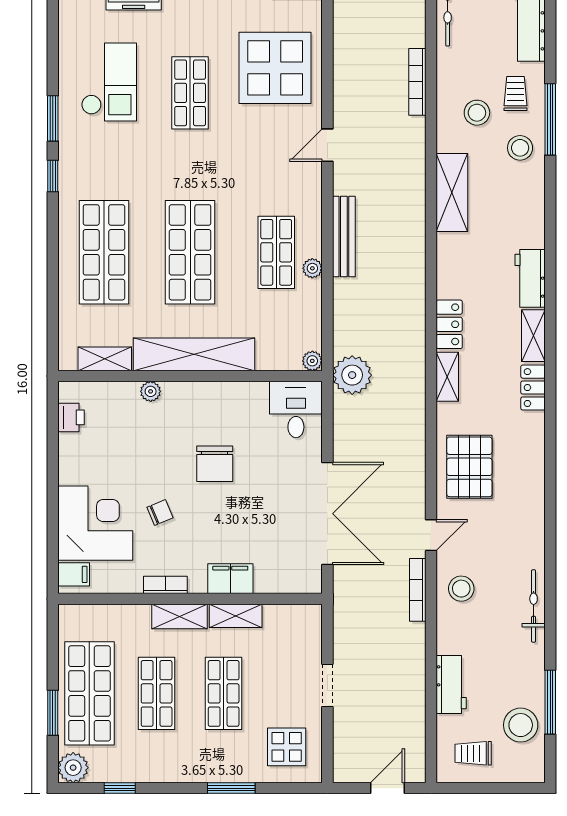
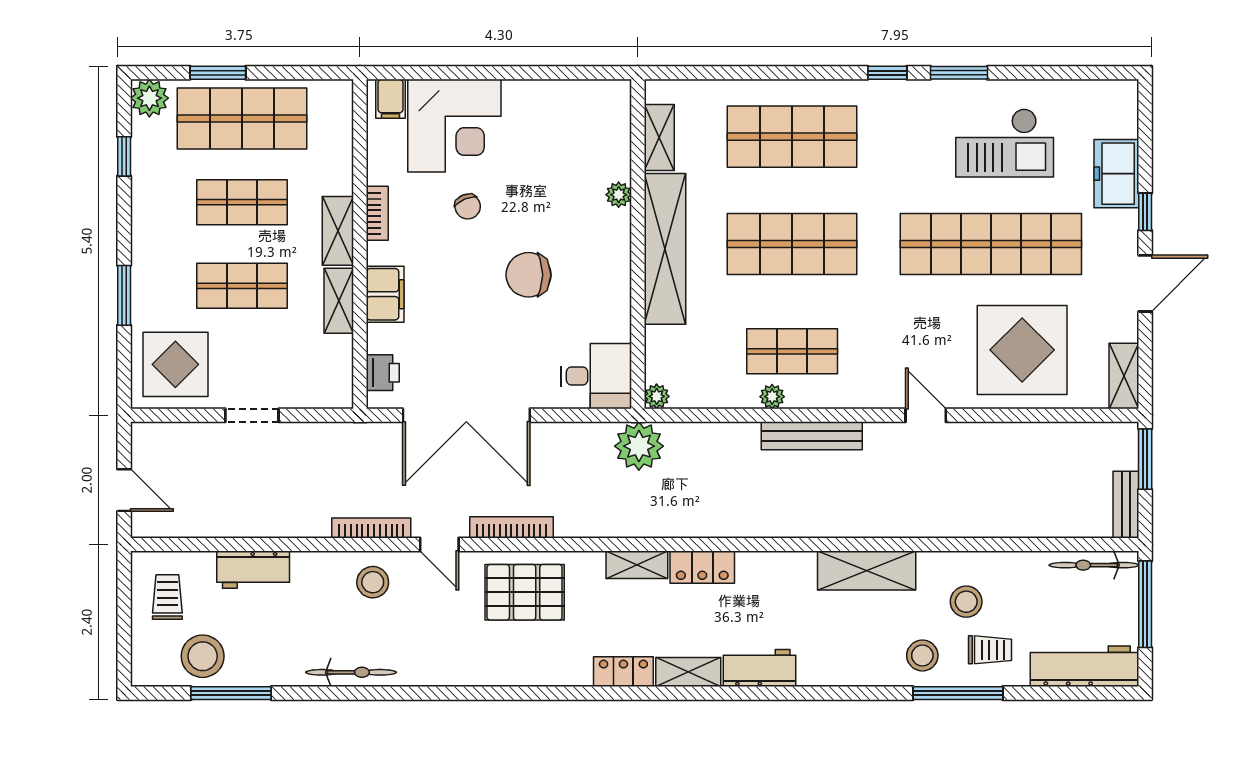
bookcase: (417, 82) -> (511, 527), moved
shop shelf: (190, 93) -> (991, 244), width x2.00, depth x1.36
printer: (71, 417) -> (383, 373), moved, turned -90
display table: (287, 747) -> (175, 364), width x1.36, depth x1.36

